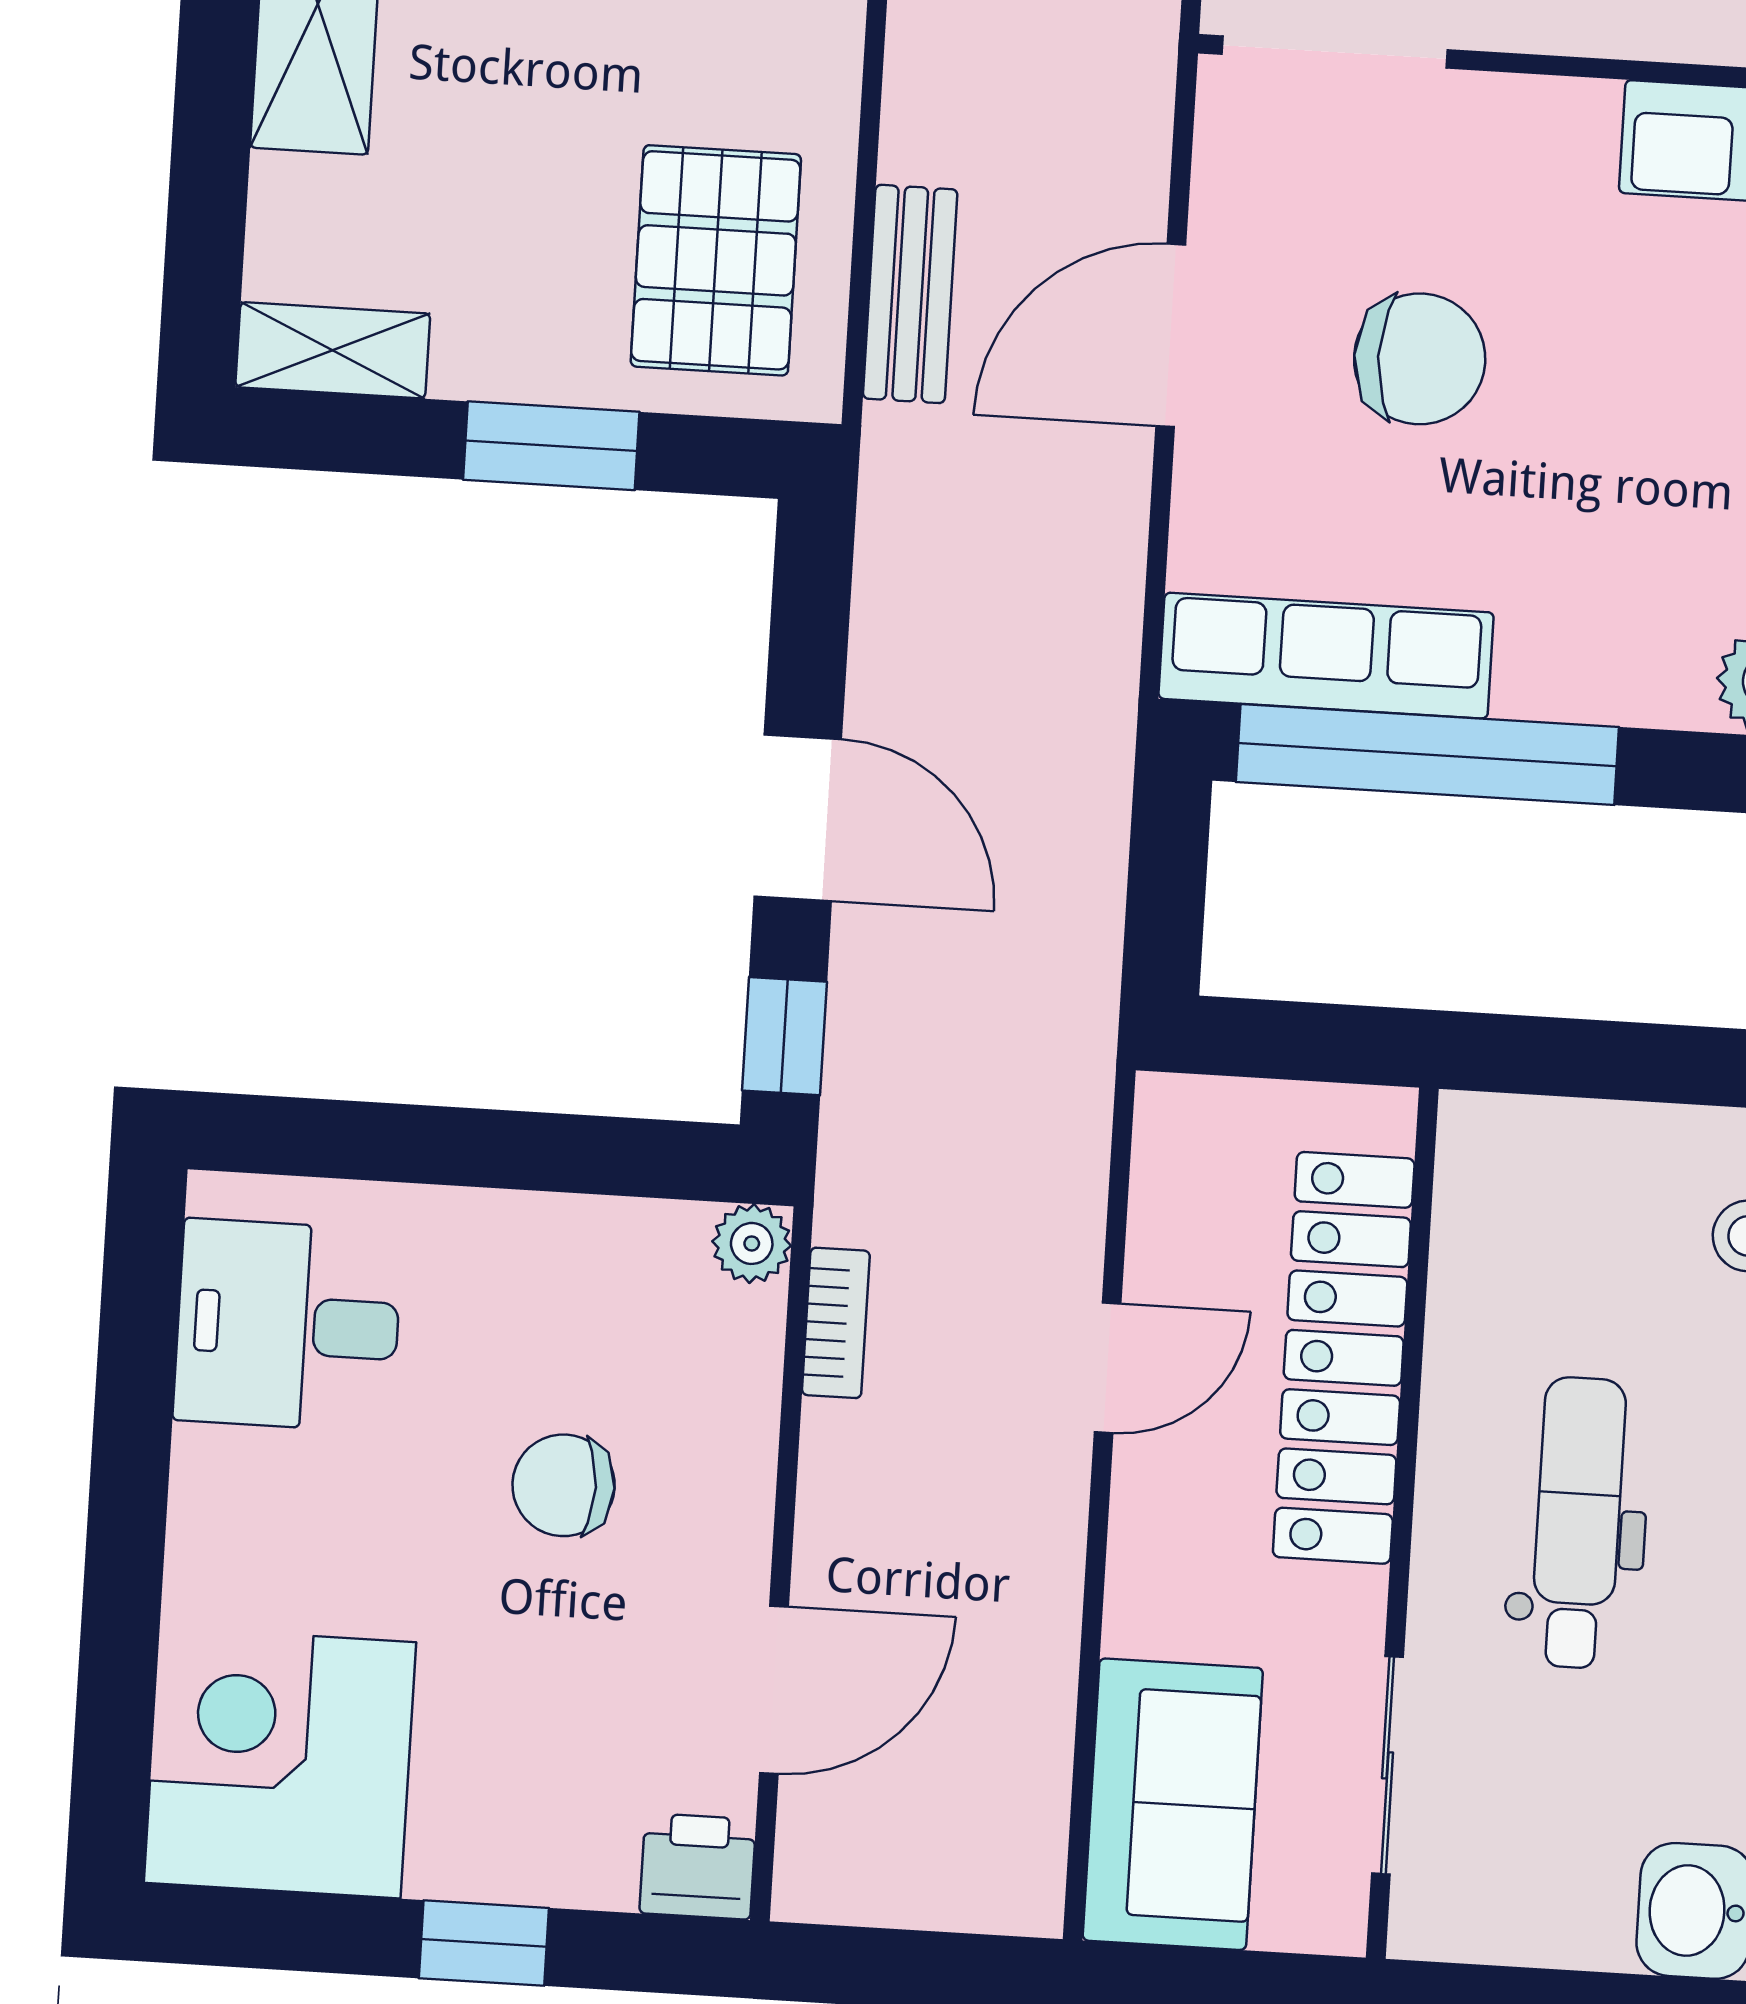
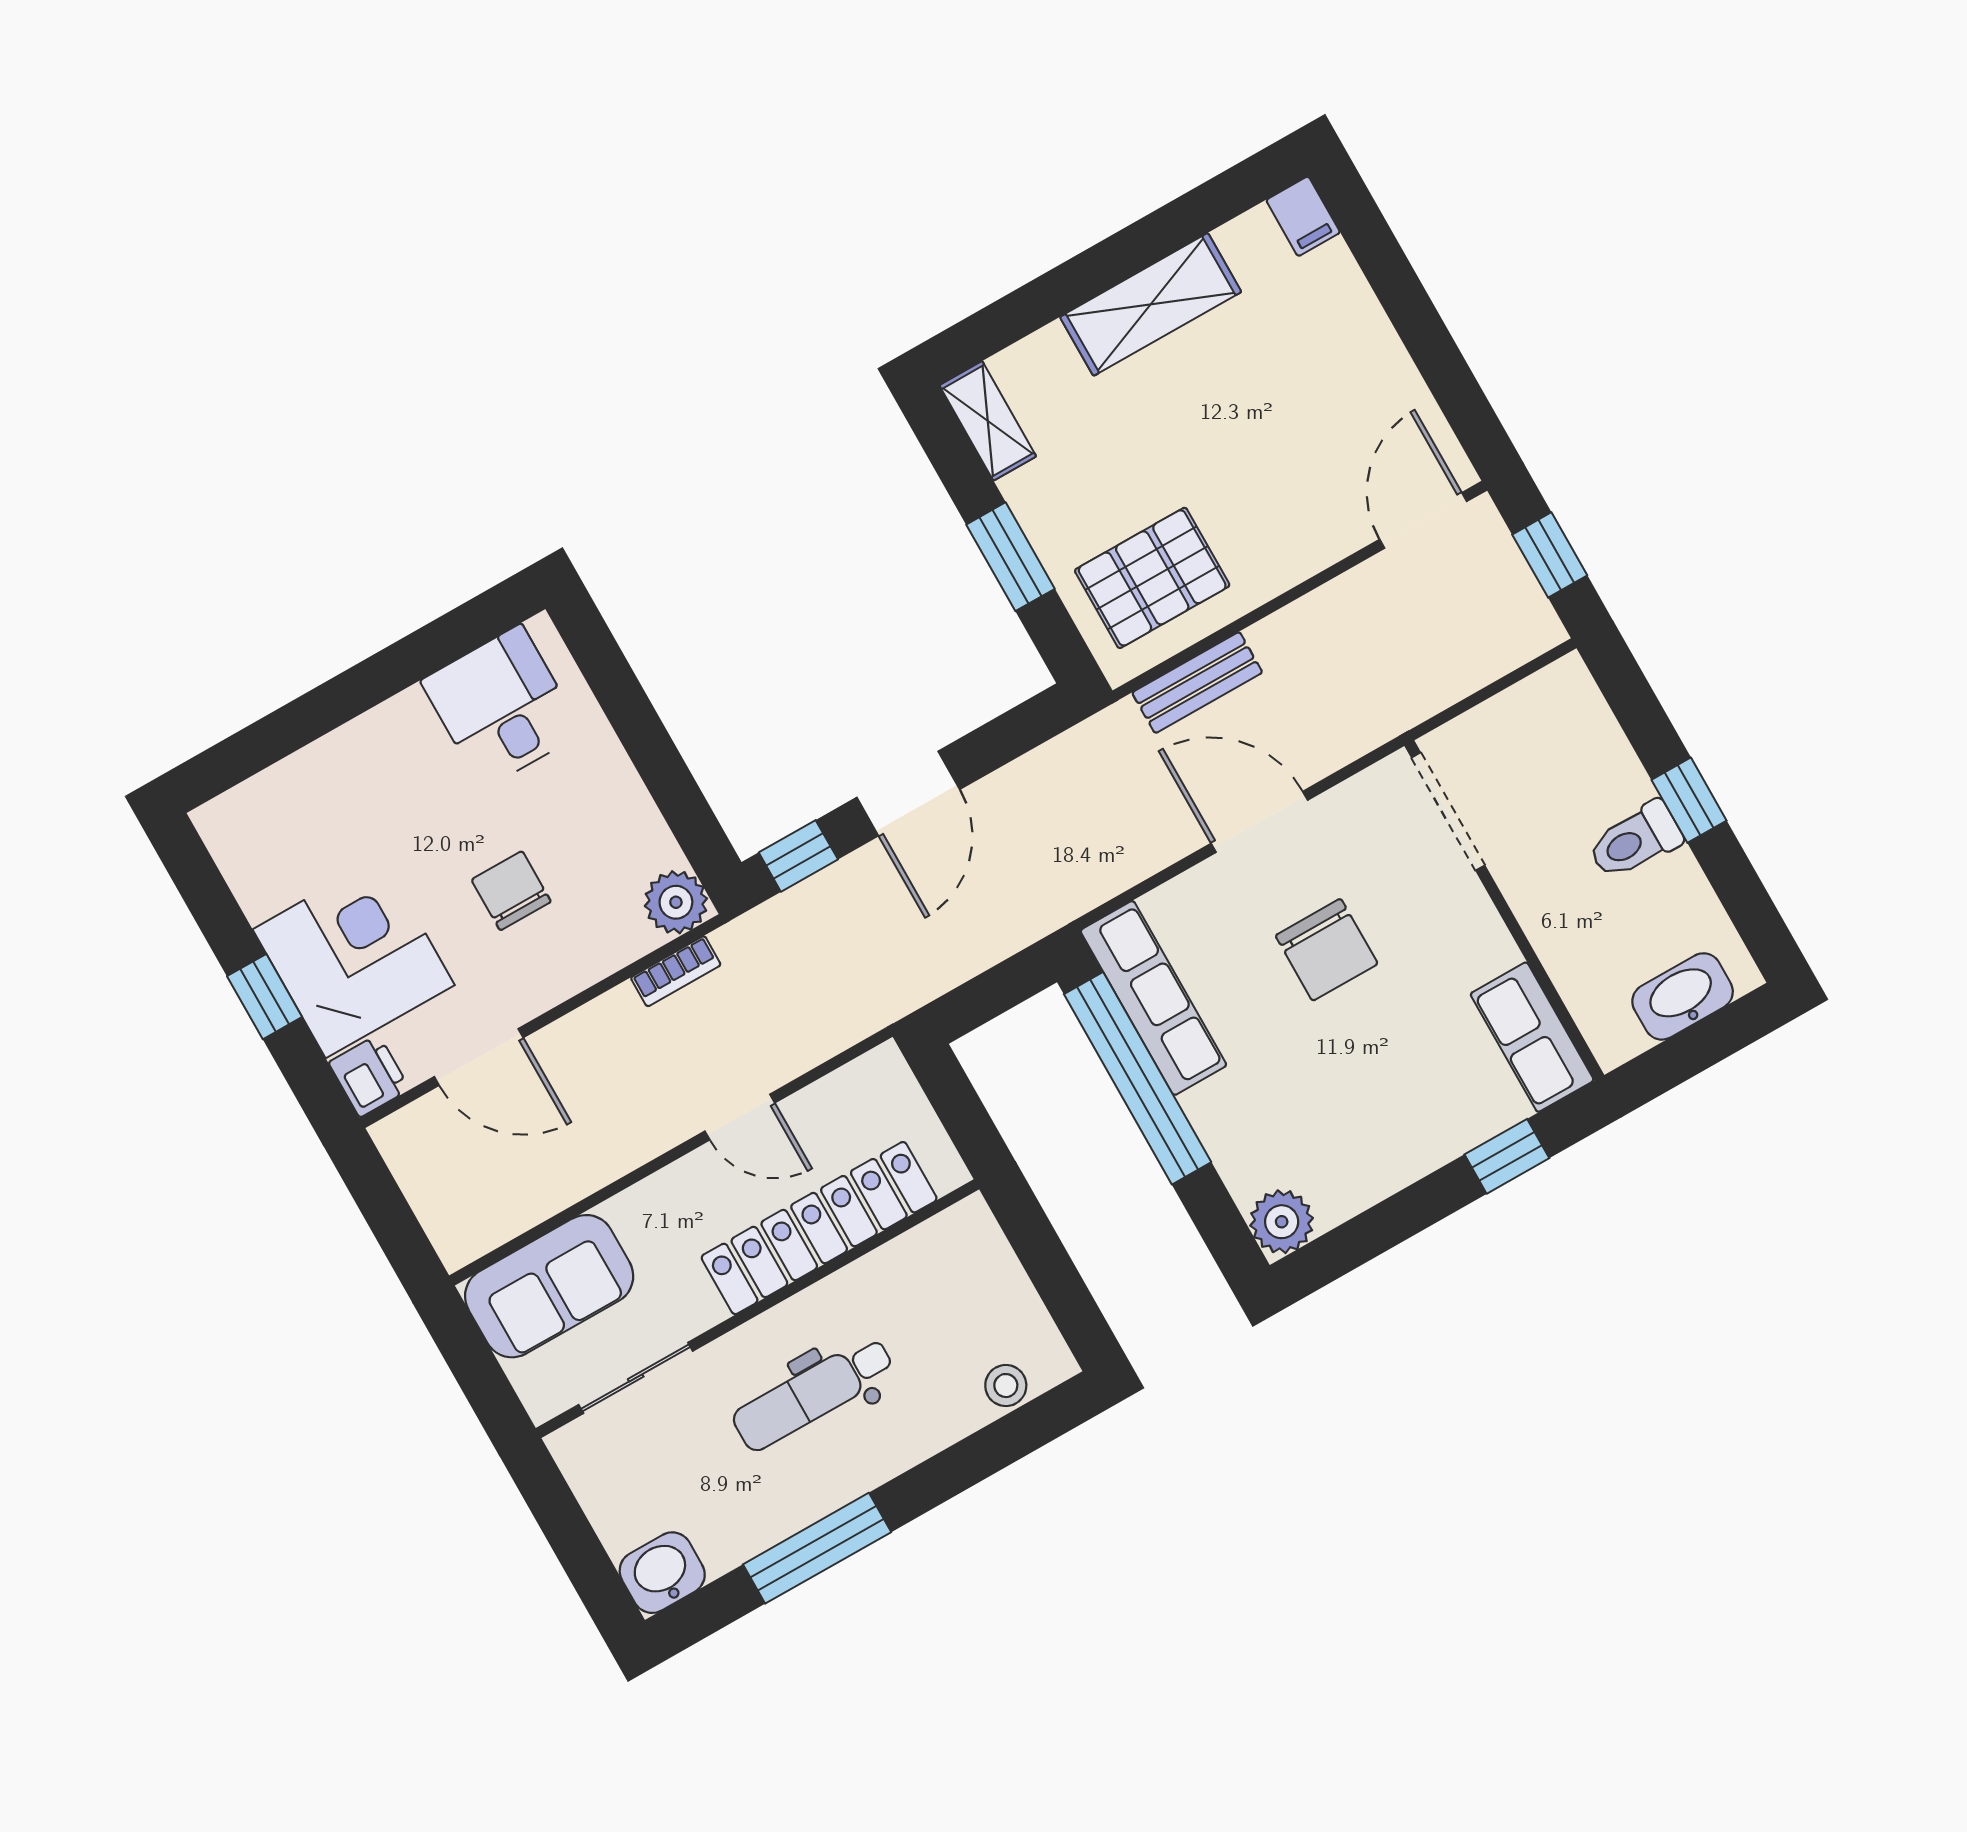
plant: (752, 1243) -> (676, 902), width x1.38, depth x1.38
dental chair: (1578, 1523) -> (813, 1394), turned 180
corner desk: (280, 1763) -> (354, 957), moved

